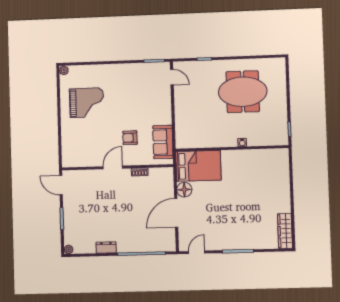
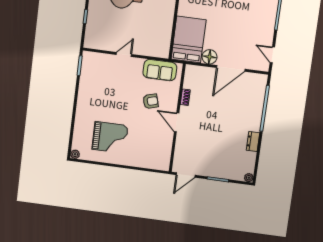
door: (172, 77) -> (124, 54), moved
grand piano: (87, 103) -> (110, 137), turned 90
armchair: (130, 138) -> (151, 101), turned -106
door: (176, 213) -> (231, 68), hinge flipped

